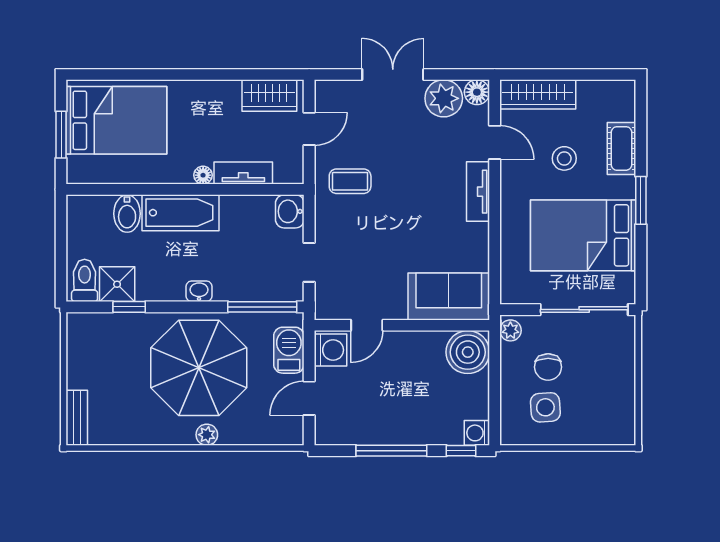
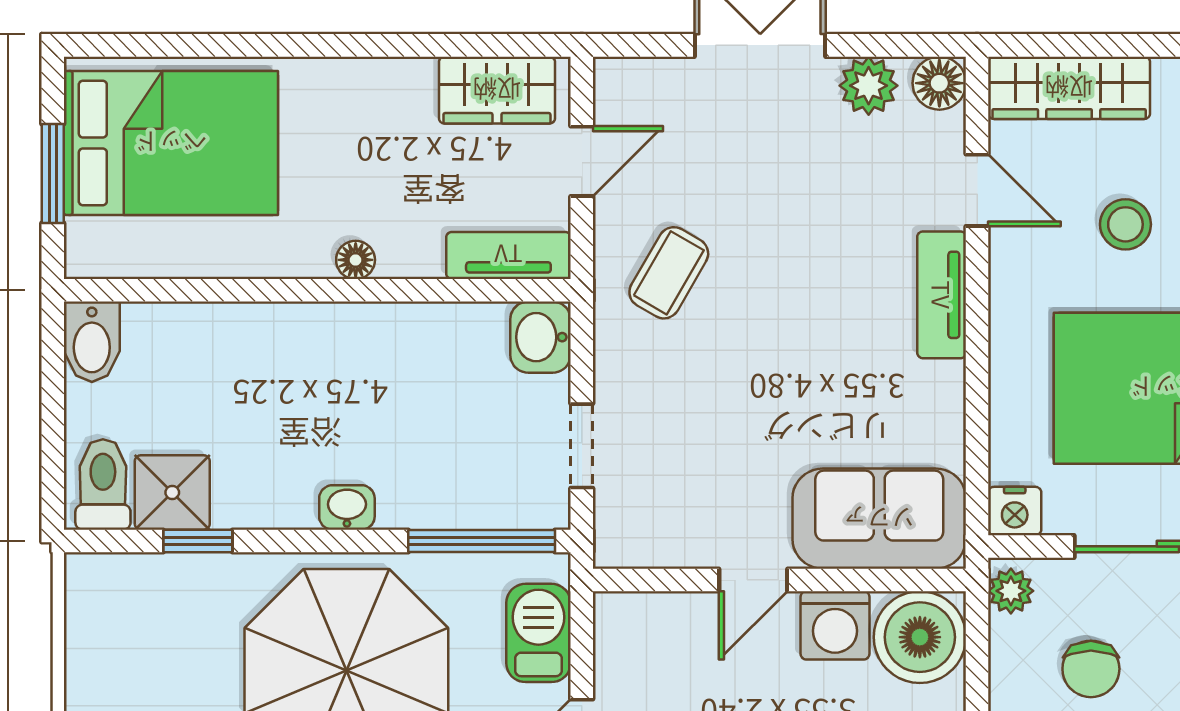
plant: (444, 98) -> (869, 86), width x0.73, depth x0.73
tv unit: (243, 173) -> (508, 255), moved
coffee table: (350, 181) -> (669, 273), turned -60
bathtub: (181, 213) -> (308, 340), removed
bidet: (127, 214) -> (92, 342), moved
nightstand: (512, 293) -> (1015, 511), added
door: (367, 325) -> (753, 580), moved
washing machine: (330, 350) -> (835, 625), moved, turned 90

